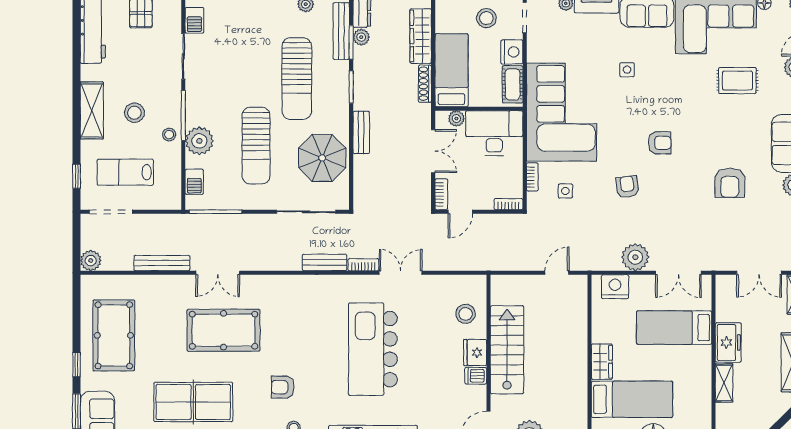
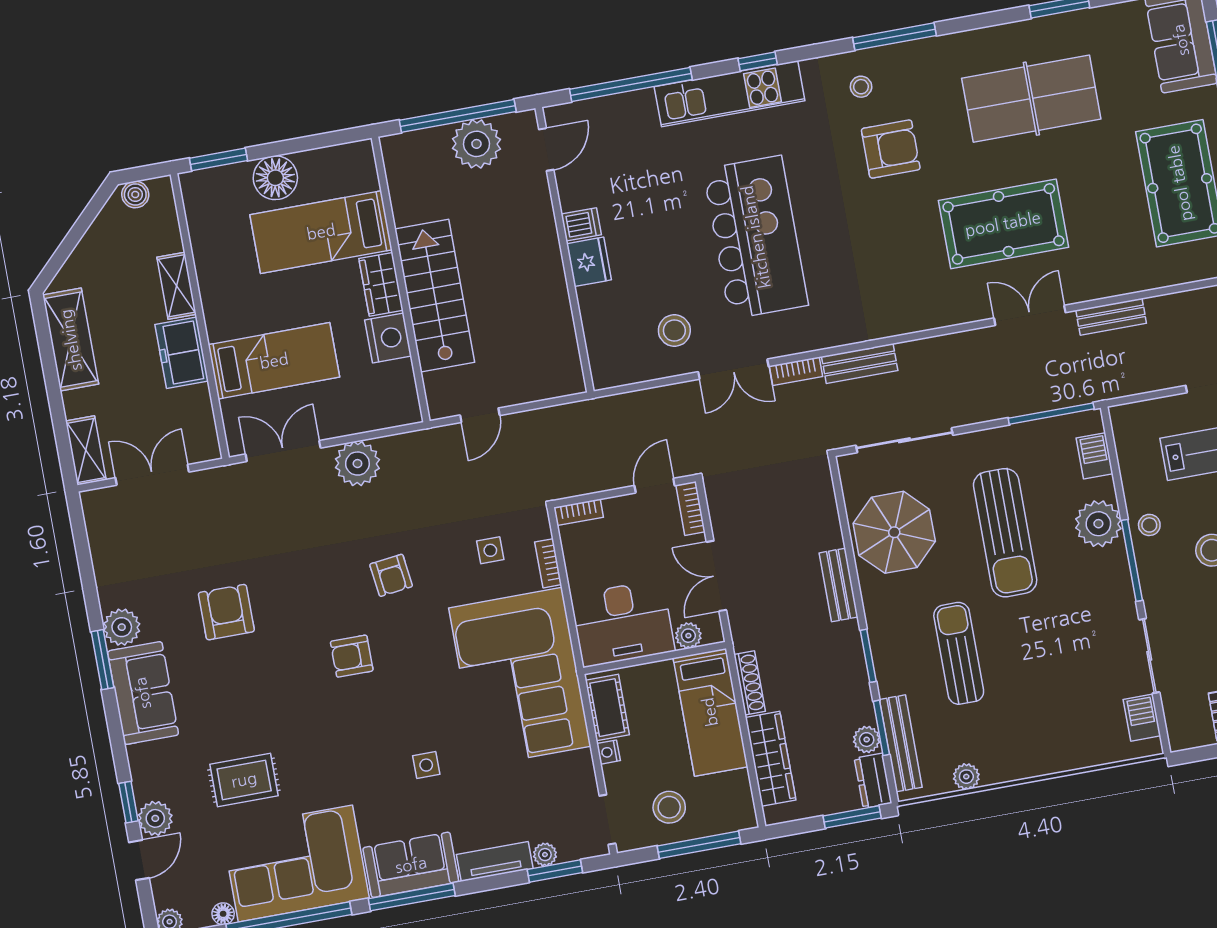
nightstand: (512, 52) -> (609, 752), width x0.53, depth x0.56
sun lounger: (297, 79) -> (959, 653), width x0.73, depth x0.75
sun lounger: (256, 146) -> (1005, 533), turned 180
bench: (162, 263) -> (1111, 317), width x0.73
nightstand: (615, 287) -> (388, 338), moved, turned -90
stool: (466, 314) -> (674, 331), moved
stairs: (507, 350) -> (435, 296), moved, turned 180
armchair: (283, 387) -> (891, 149), width x1.38, depth x1.38

